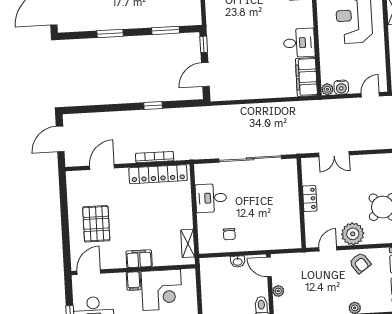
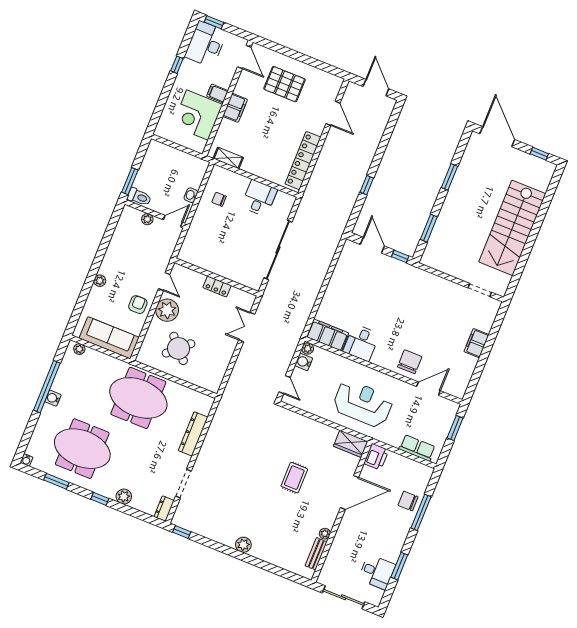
bookcase: (155, 157) -> (320, 165), removed
armchair: (360, 263) -> (138, 305), turned 125

